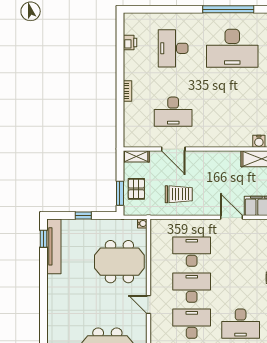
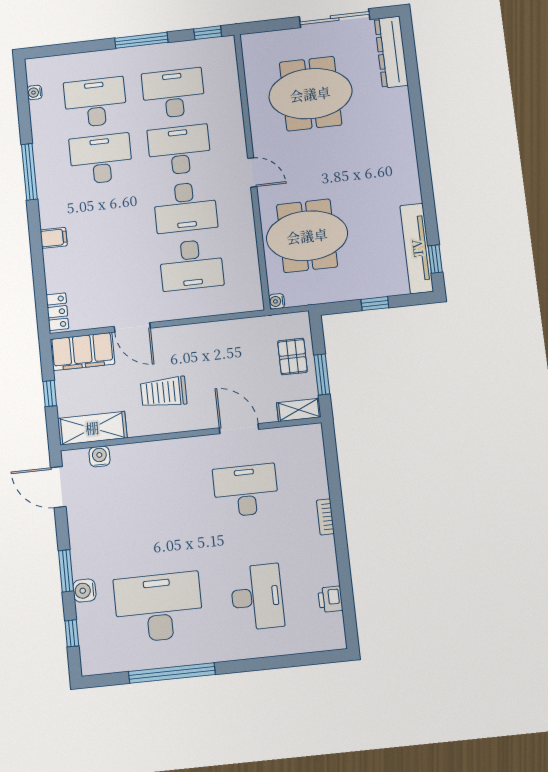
window: (120, 193) -> (322, 374), moved
trolley: (179, 194) -> (164, 392), moved
desk: (192, 324) -> (179, 150), turned 180

